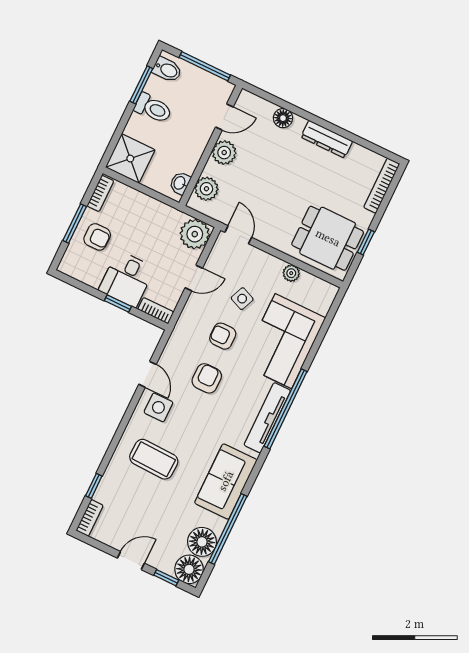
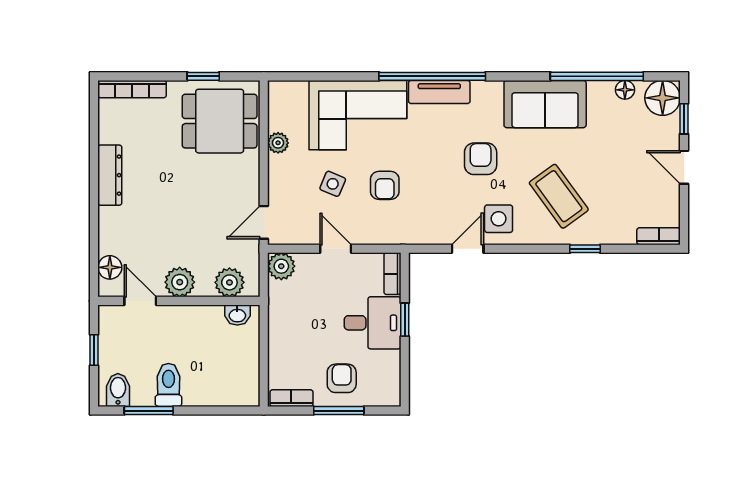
window: (205, 66) -> (94, 350), width x0.46
floor lamp: (283, 118) -> (110, 267), moved
shower: (130, 159) -> (237, 383), removed
plant: (195, 234) -> (281, 266), width x0.73, depth x0.73
dining table: (328, 238) -> (220, 121), turned 90
armchair: (207, 378) -> (481, 159), moved, turned 90
tv unit: (267, 418) -> (439, 92), width x0.71
coffee table: (154, 459) -> (559, 196), turned -38
window: (94, 486) -> (585, 249), moved
floor lamp: (202, 542) -> (625, 90), width x0.53, depth x0.53

